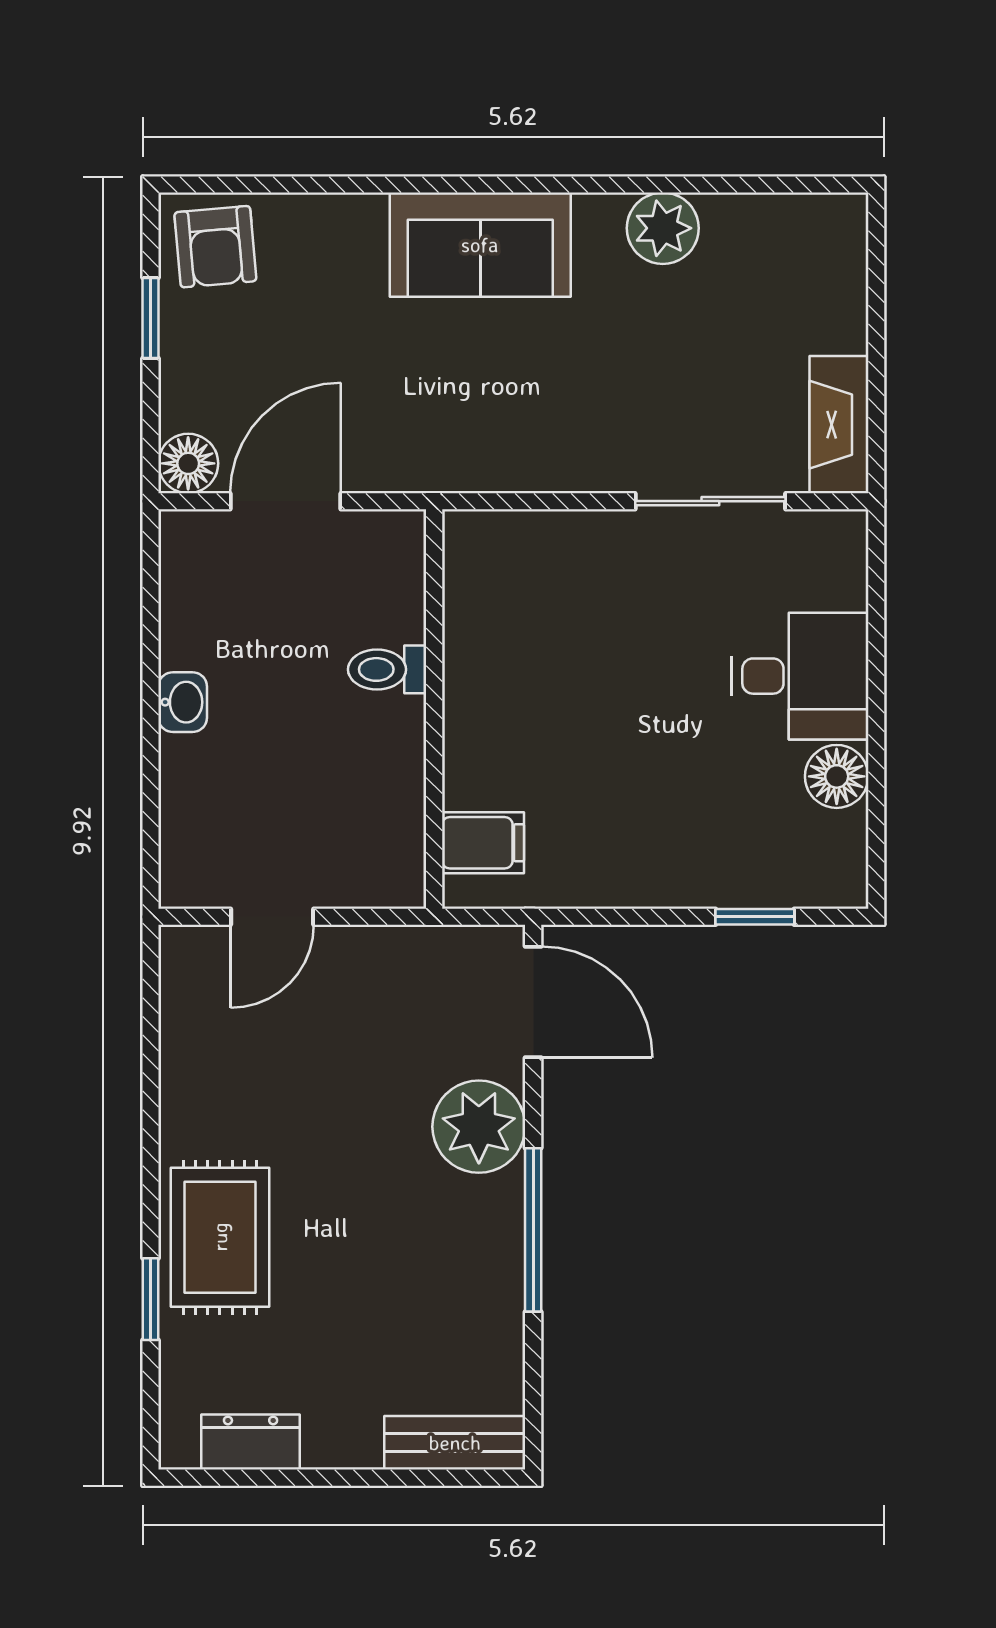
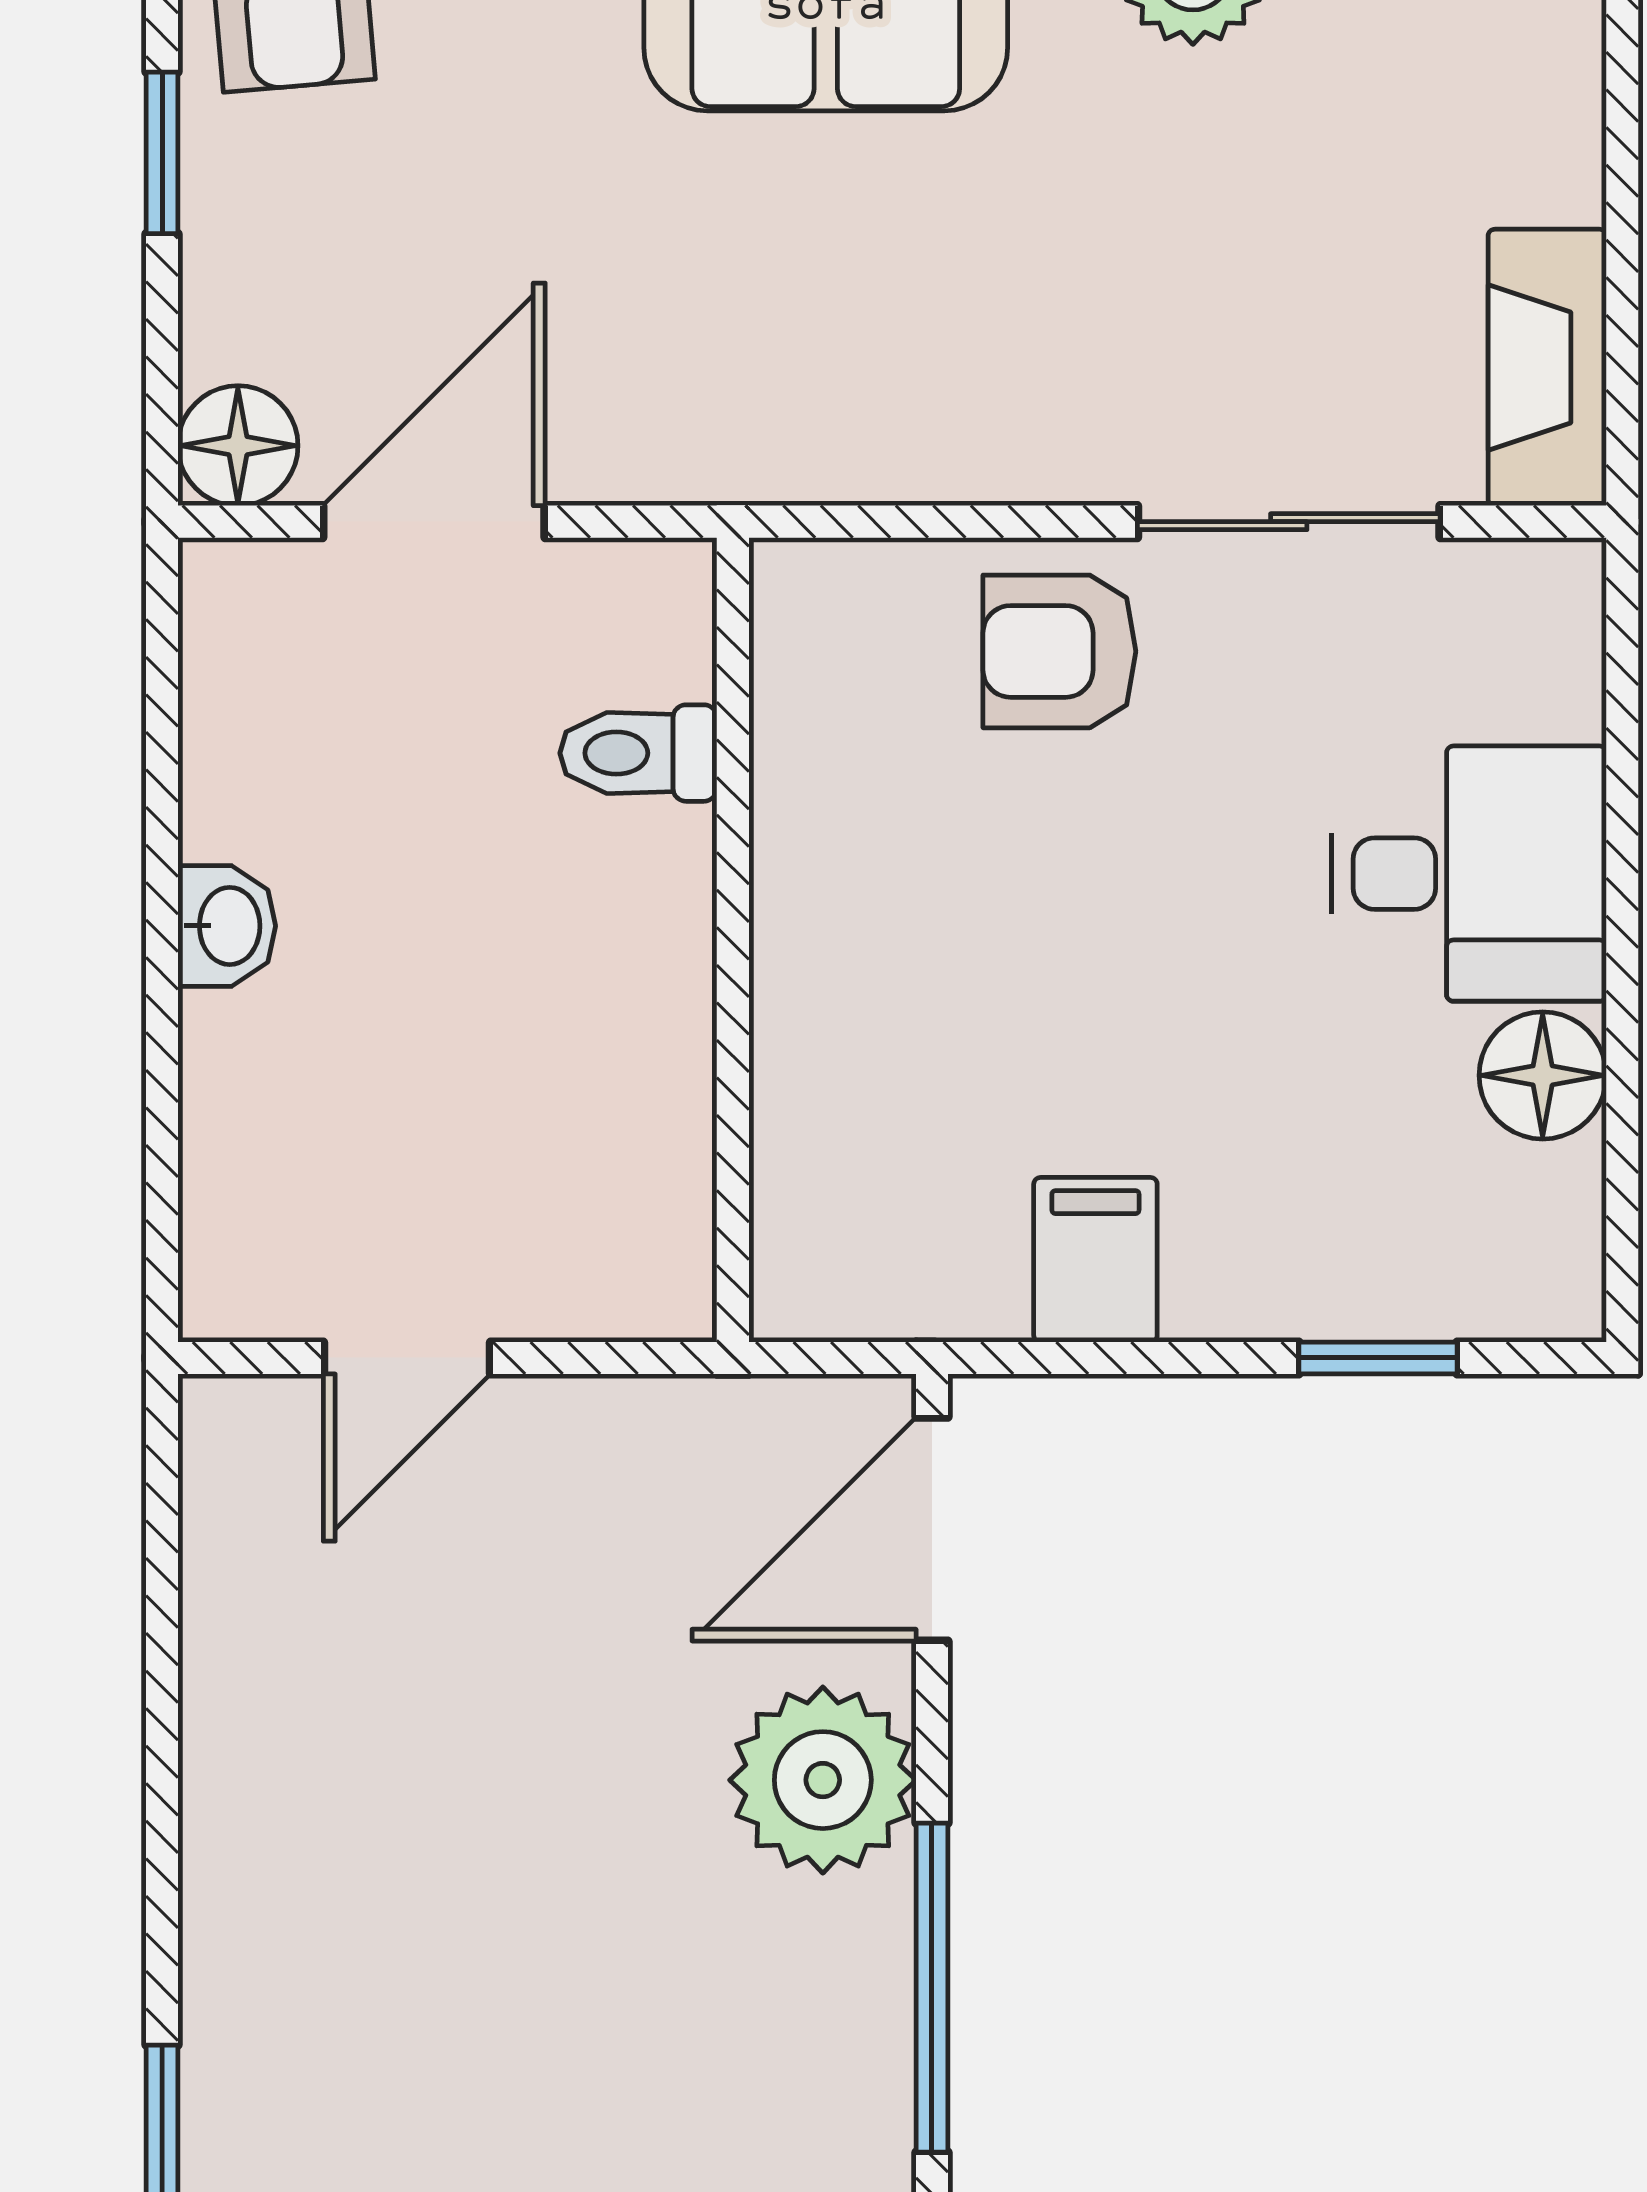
armchair: (596, 566) -> (1059, 651), added
toilet: (387, 669) -> (638, 753), moved
filing cabinet: (483, 843) -> (1095, 1260), moved, turned -90
door: (533, 1002) -> (932, 1529), swing flipped
rug: (220, 1237) -> (302, 2003), removed

